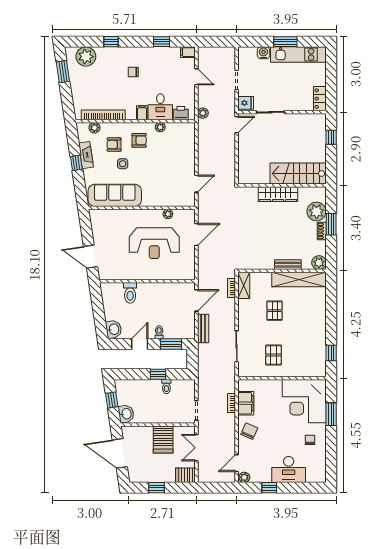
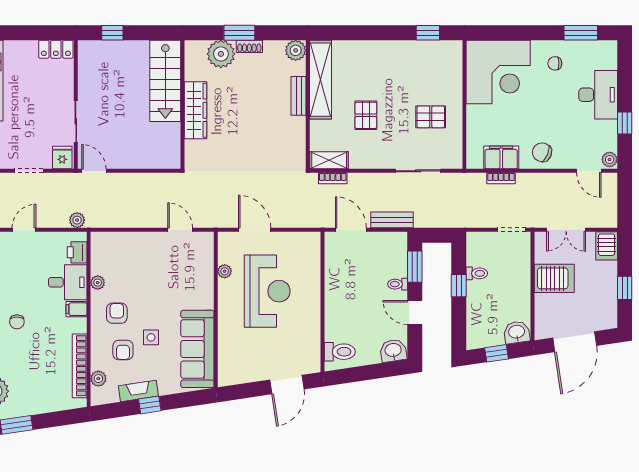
toilet: (130, 293) -> (340, 352), moved
pallet: (275, 311) -> (366, 115), turned 90
window: (331, 414) -> (581, 33), moved

